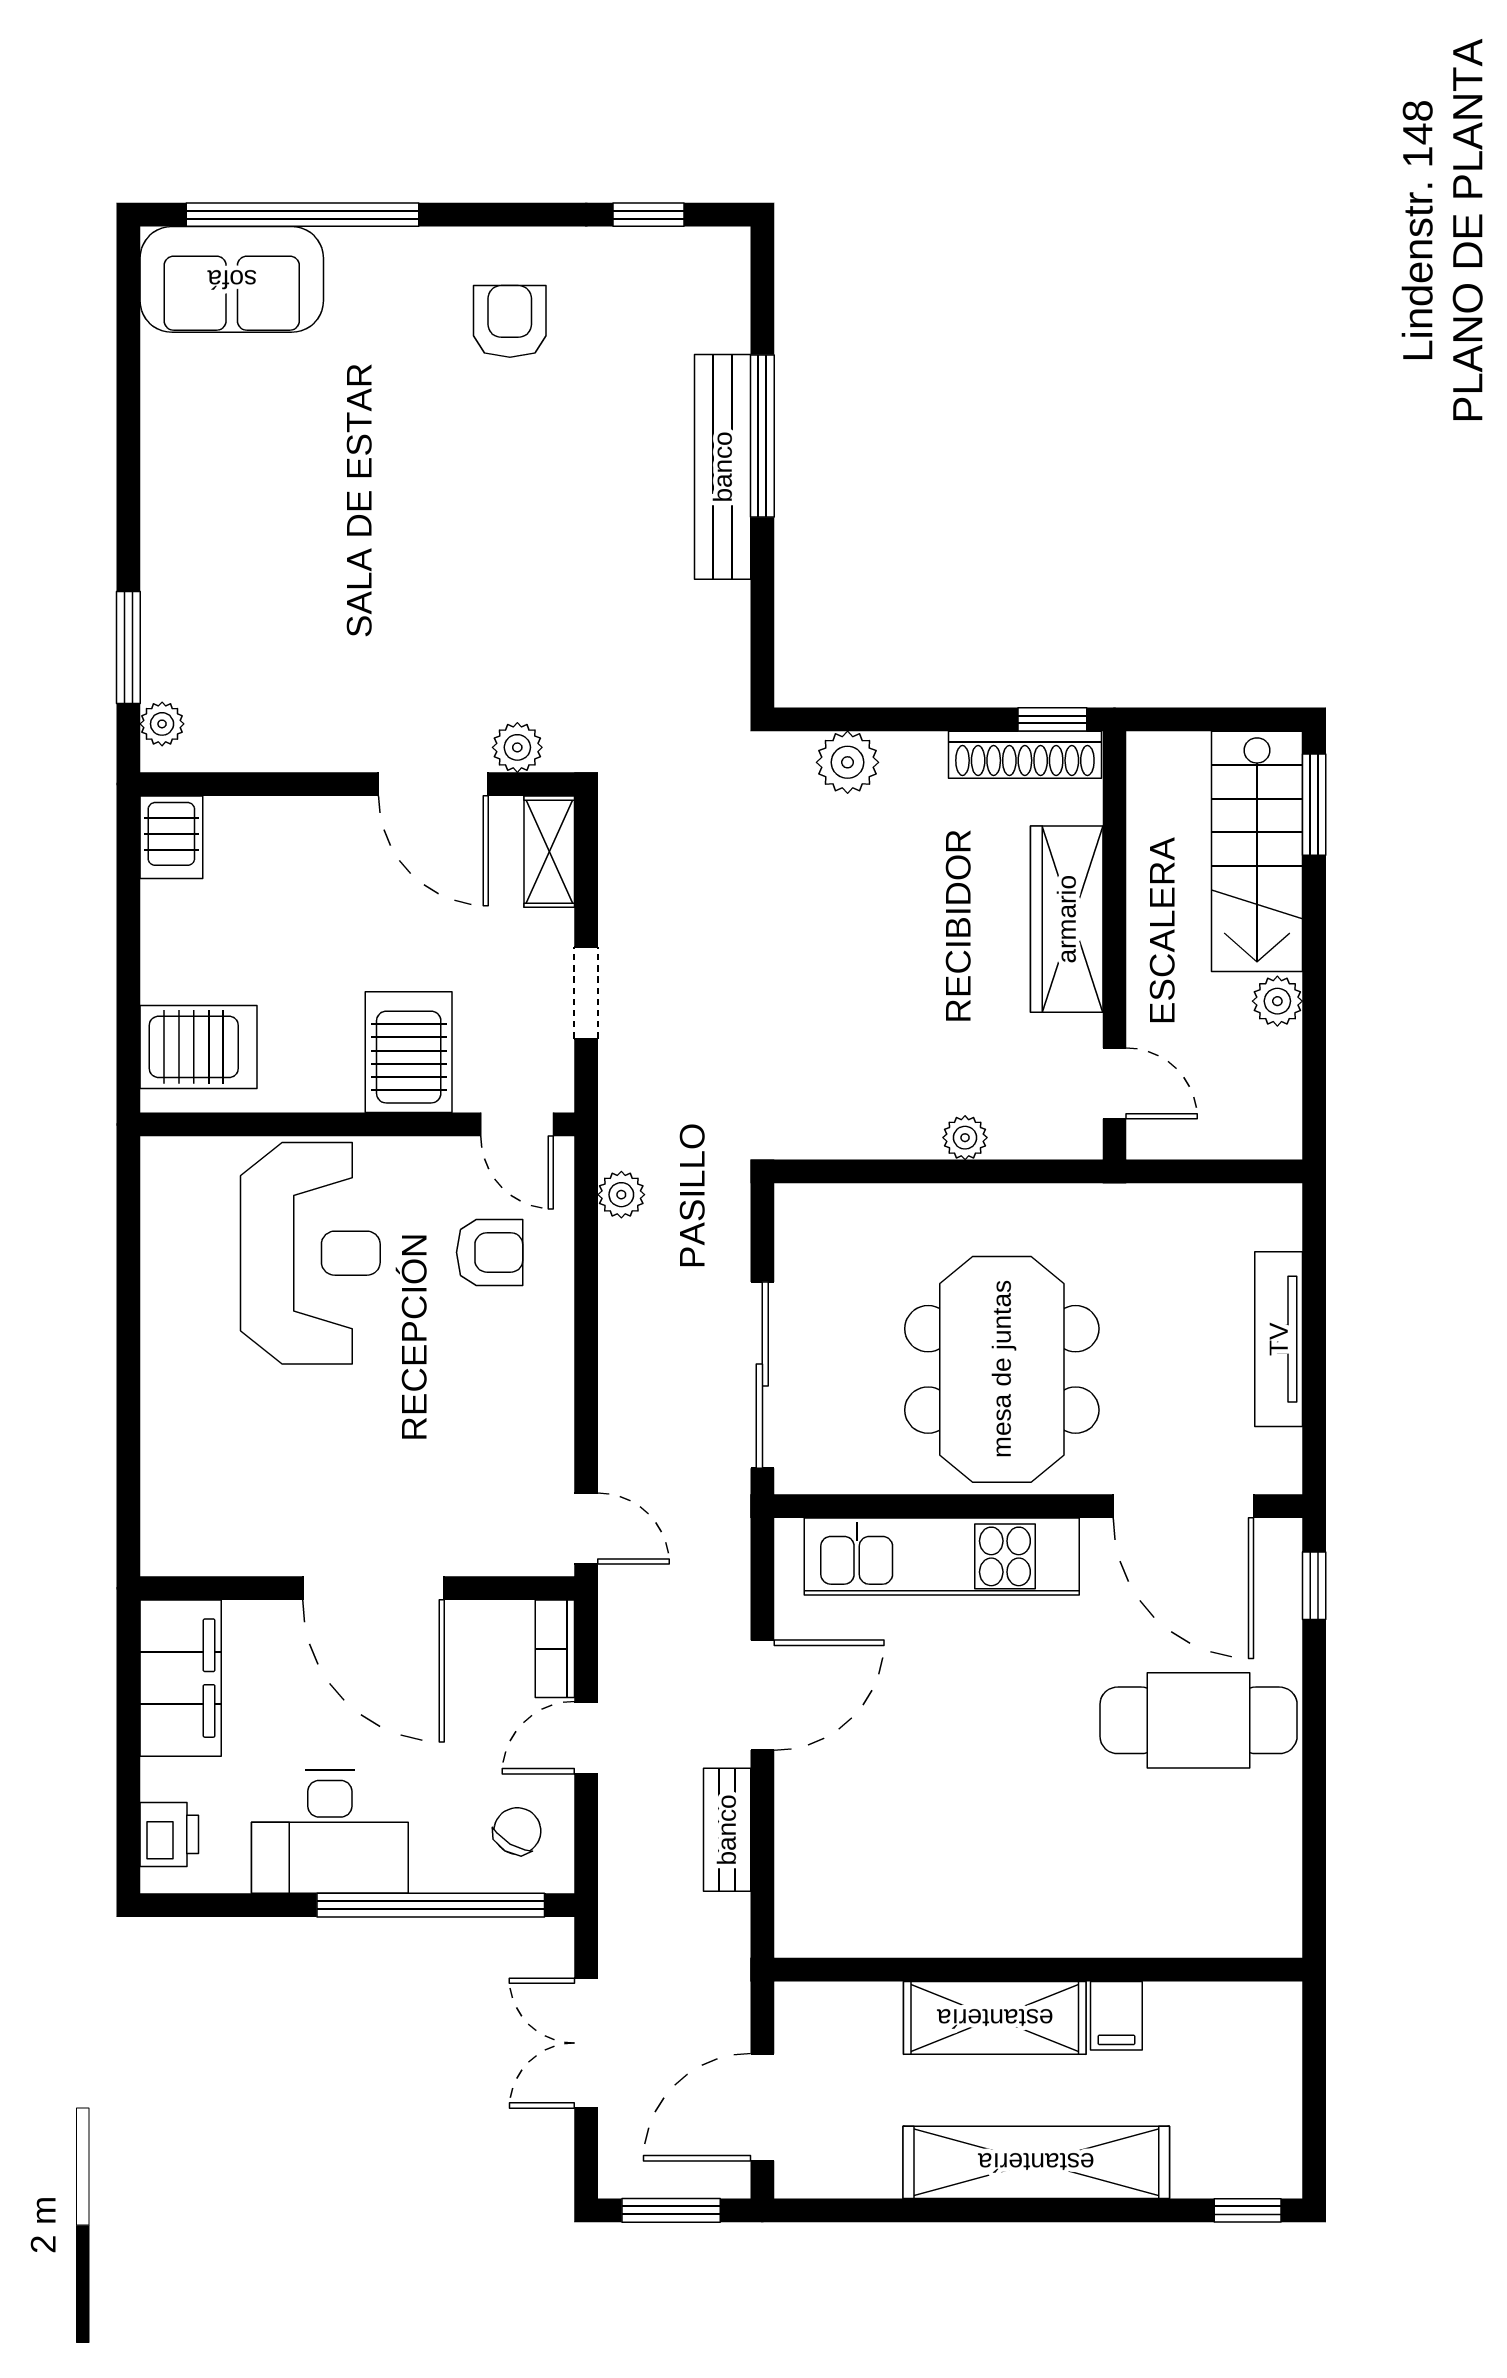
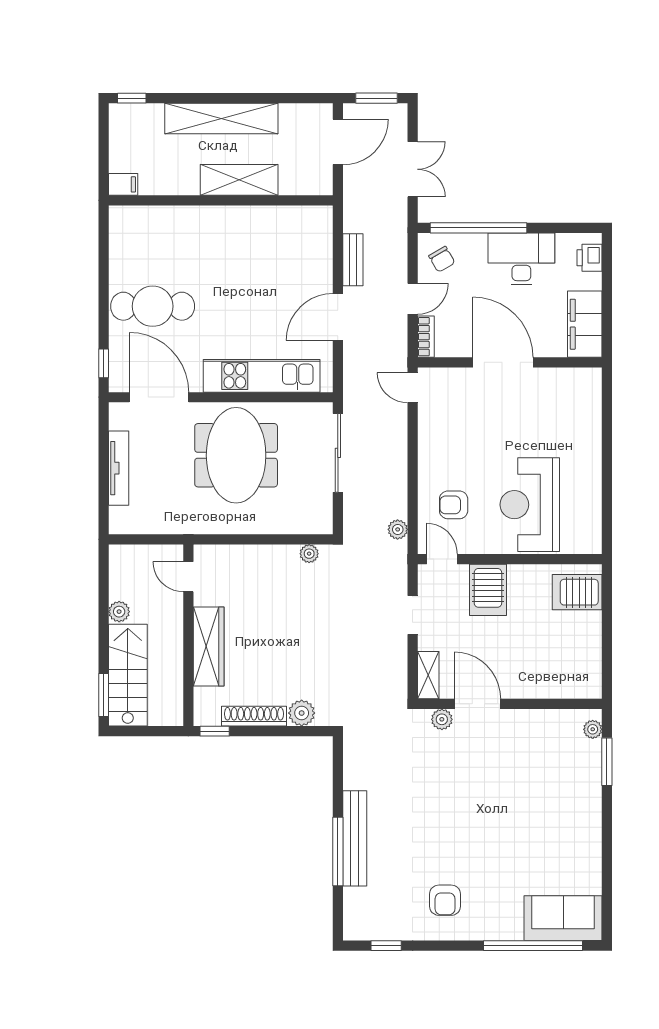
shoe rack: (1025, 755) -> (254, 716), moved
server rack: (171, 837) -> (589, 681), removed
plant: (965, 1138) -> (309, 554), moved
chair: (517, 1831) -> (442, 259), turned -61
filing cabinet: (1116, 2016) -> (123, 184), moved, turned 90

